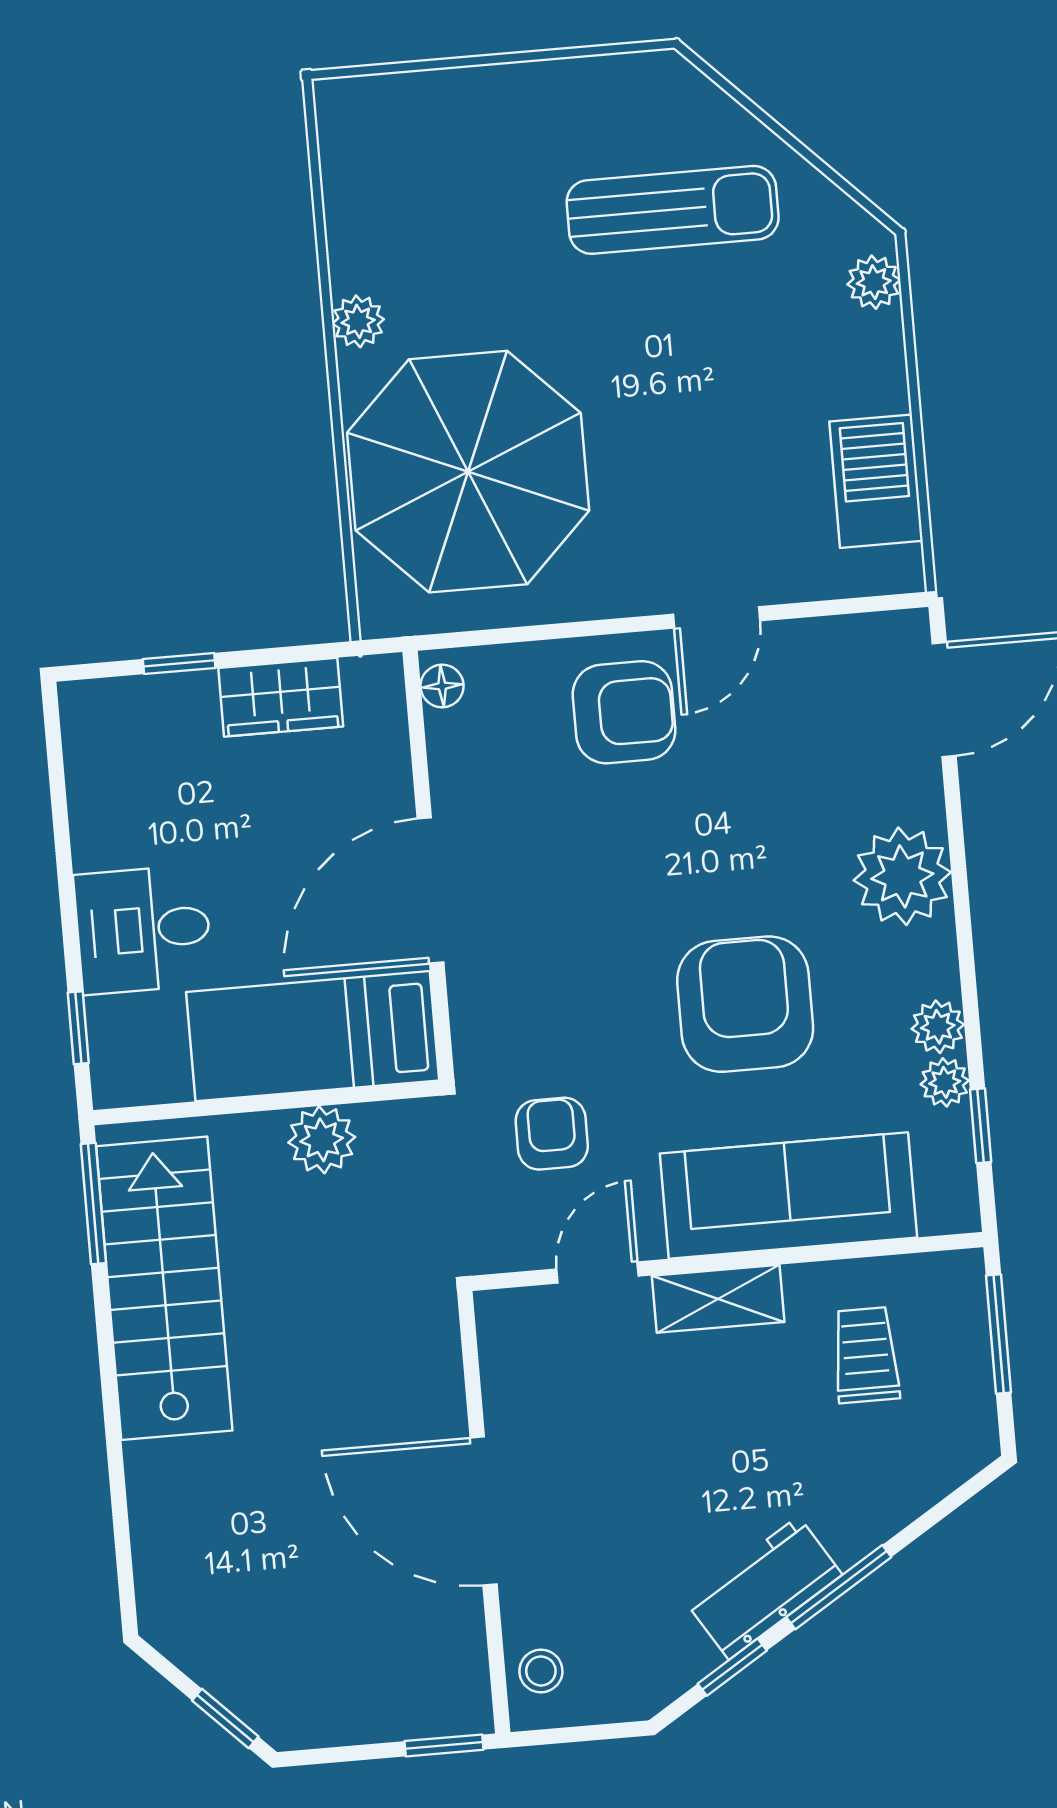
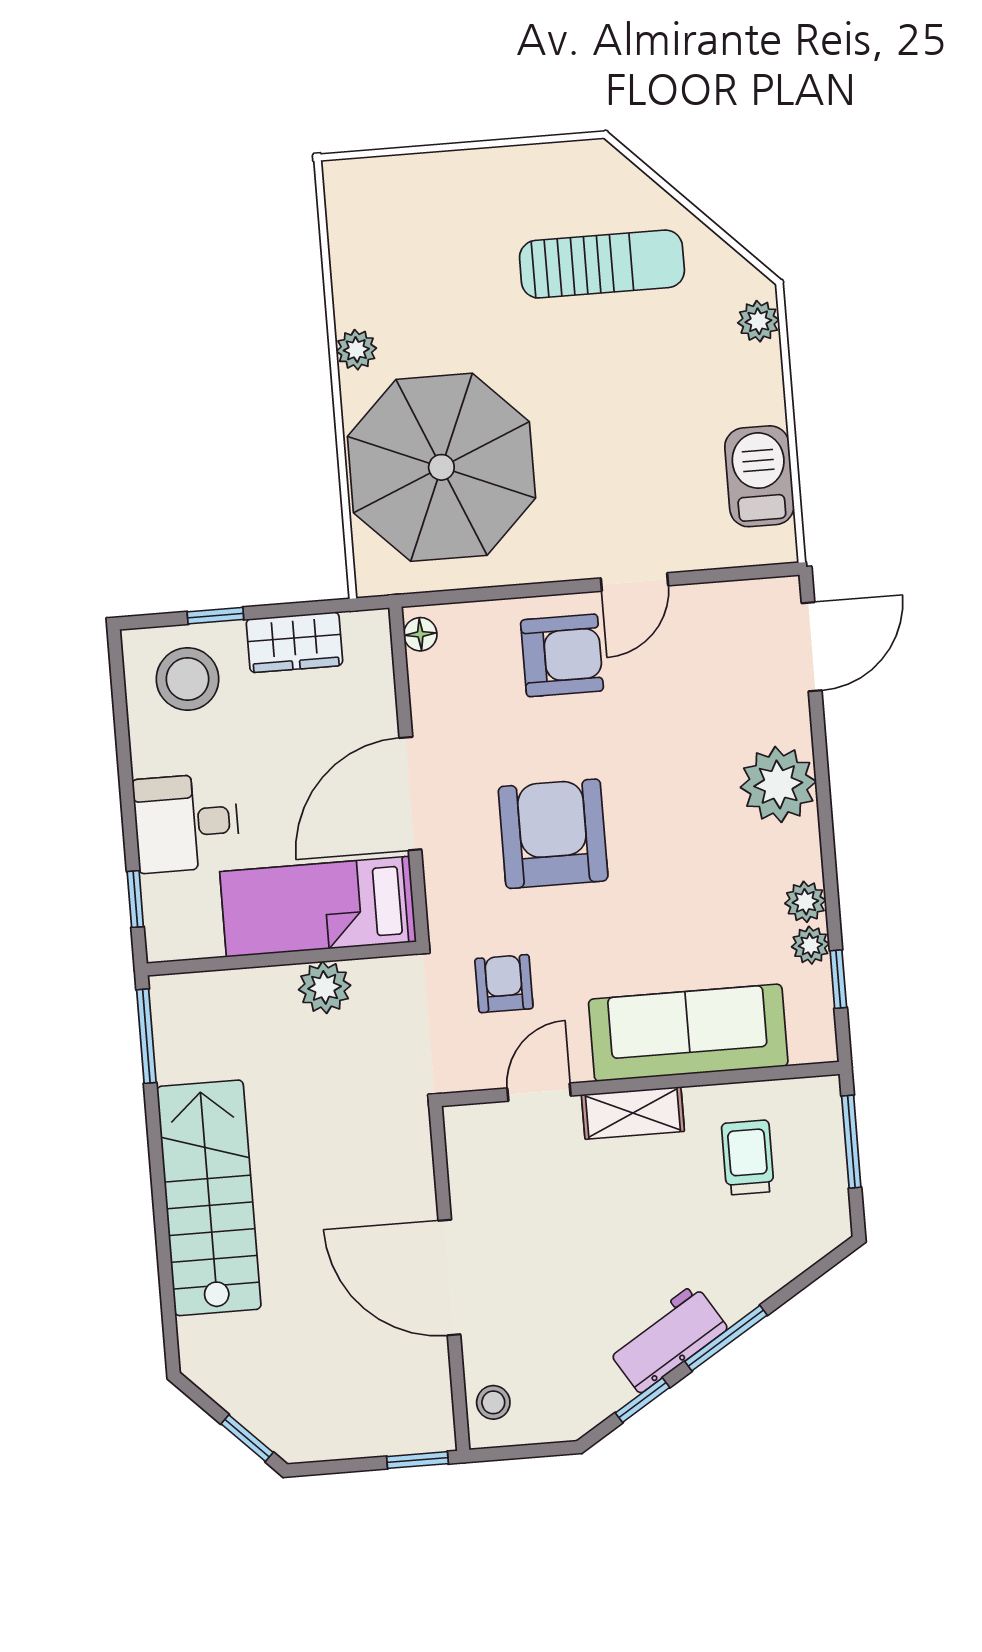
stool: (144, 745) -> (188, 679), added
armchair: (745, 1004) -> (553, 834), moved
stairs: (164, 1288) -> (209, 1198), moved

